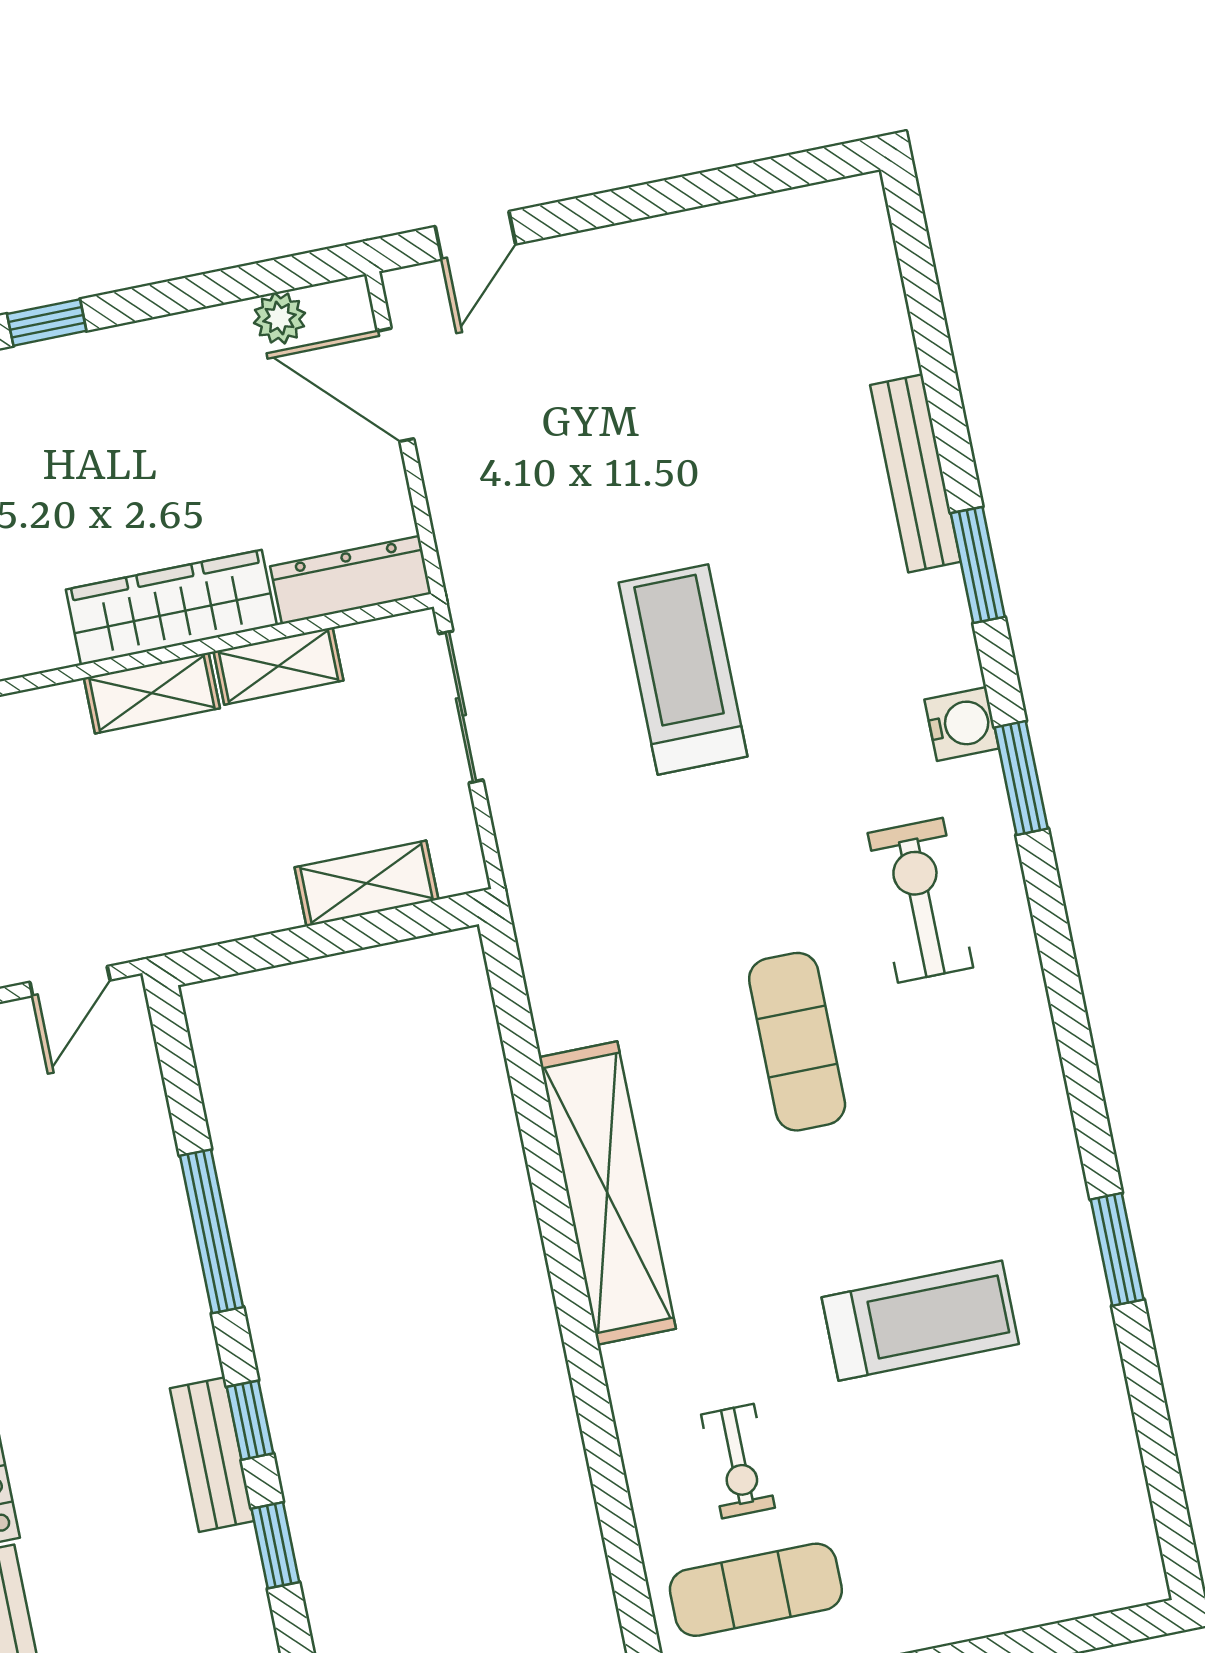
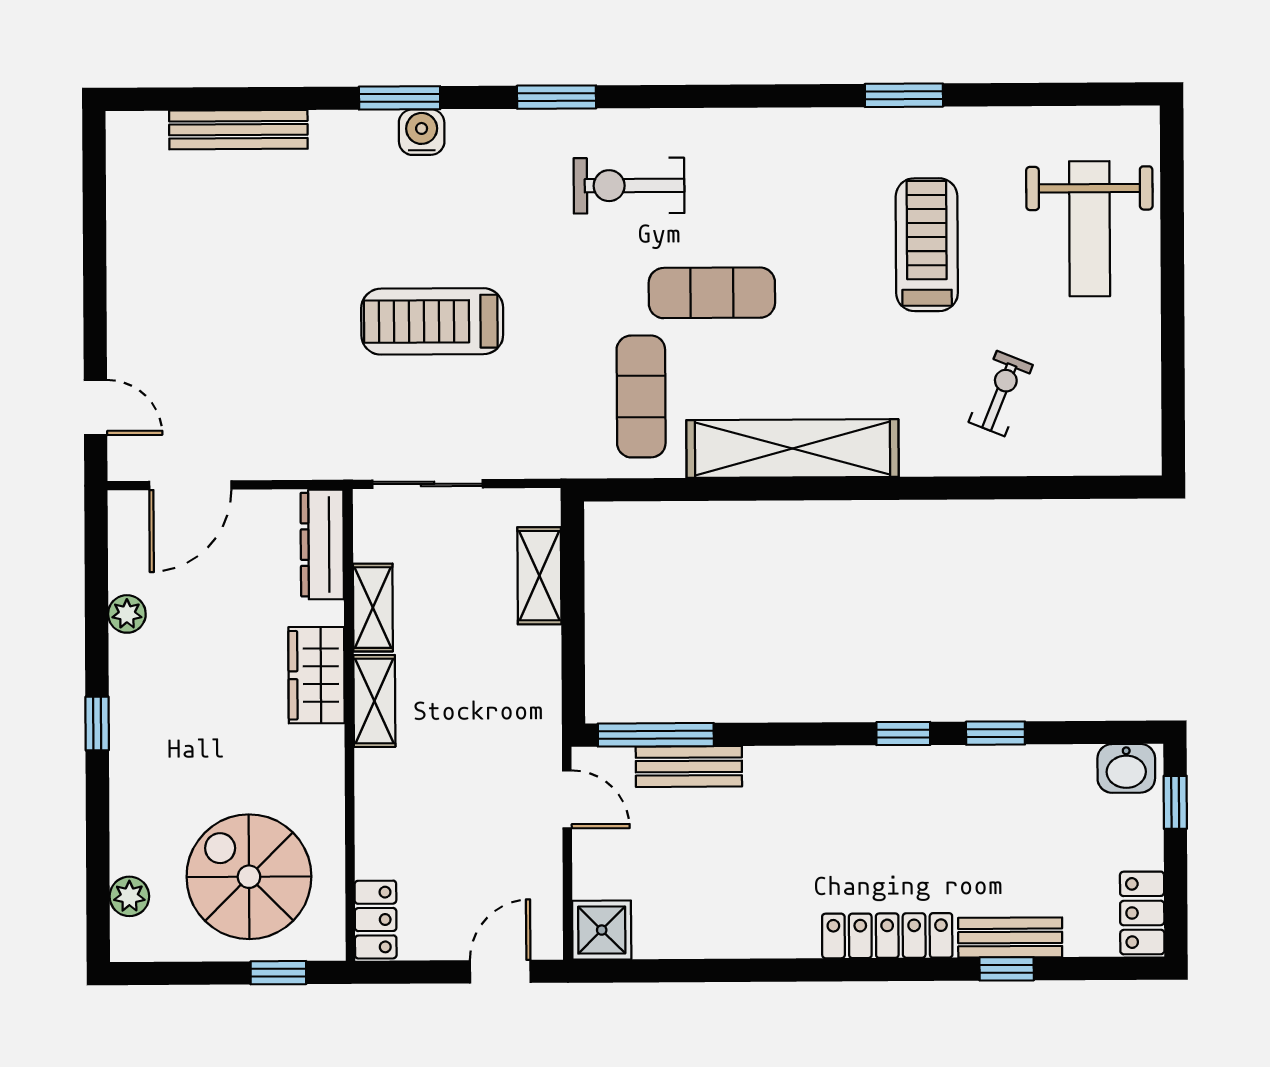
plant: (279, 318) -> (127, 614), moved
bench: (916, 473) -> (238, 130), moved
wardrobe: (171, 607) -> (316, 675), width x0.67
water cooler: (962, 724) -> (422, 132), moved
window: (211, 1231) -> (656, 735), moved
bench: (212, 1455) -> (689, 766), moved
exercise bike: (738, 1461) -> (1001, 394), turned -68
weight bench: (986, 1537) -> (1090, 229), added
exercise mat: (756, 1590) -> (641, 396), moved

